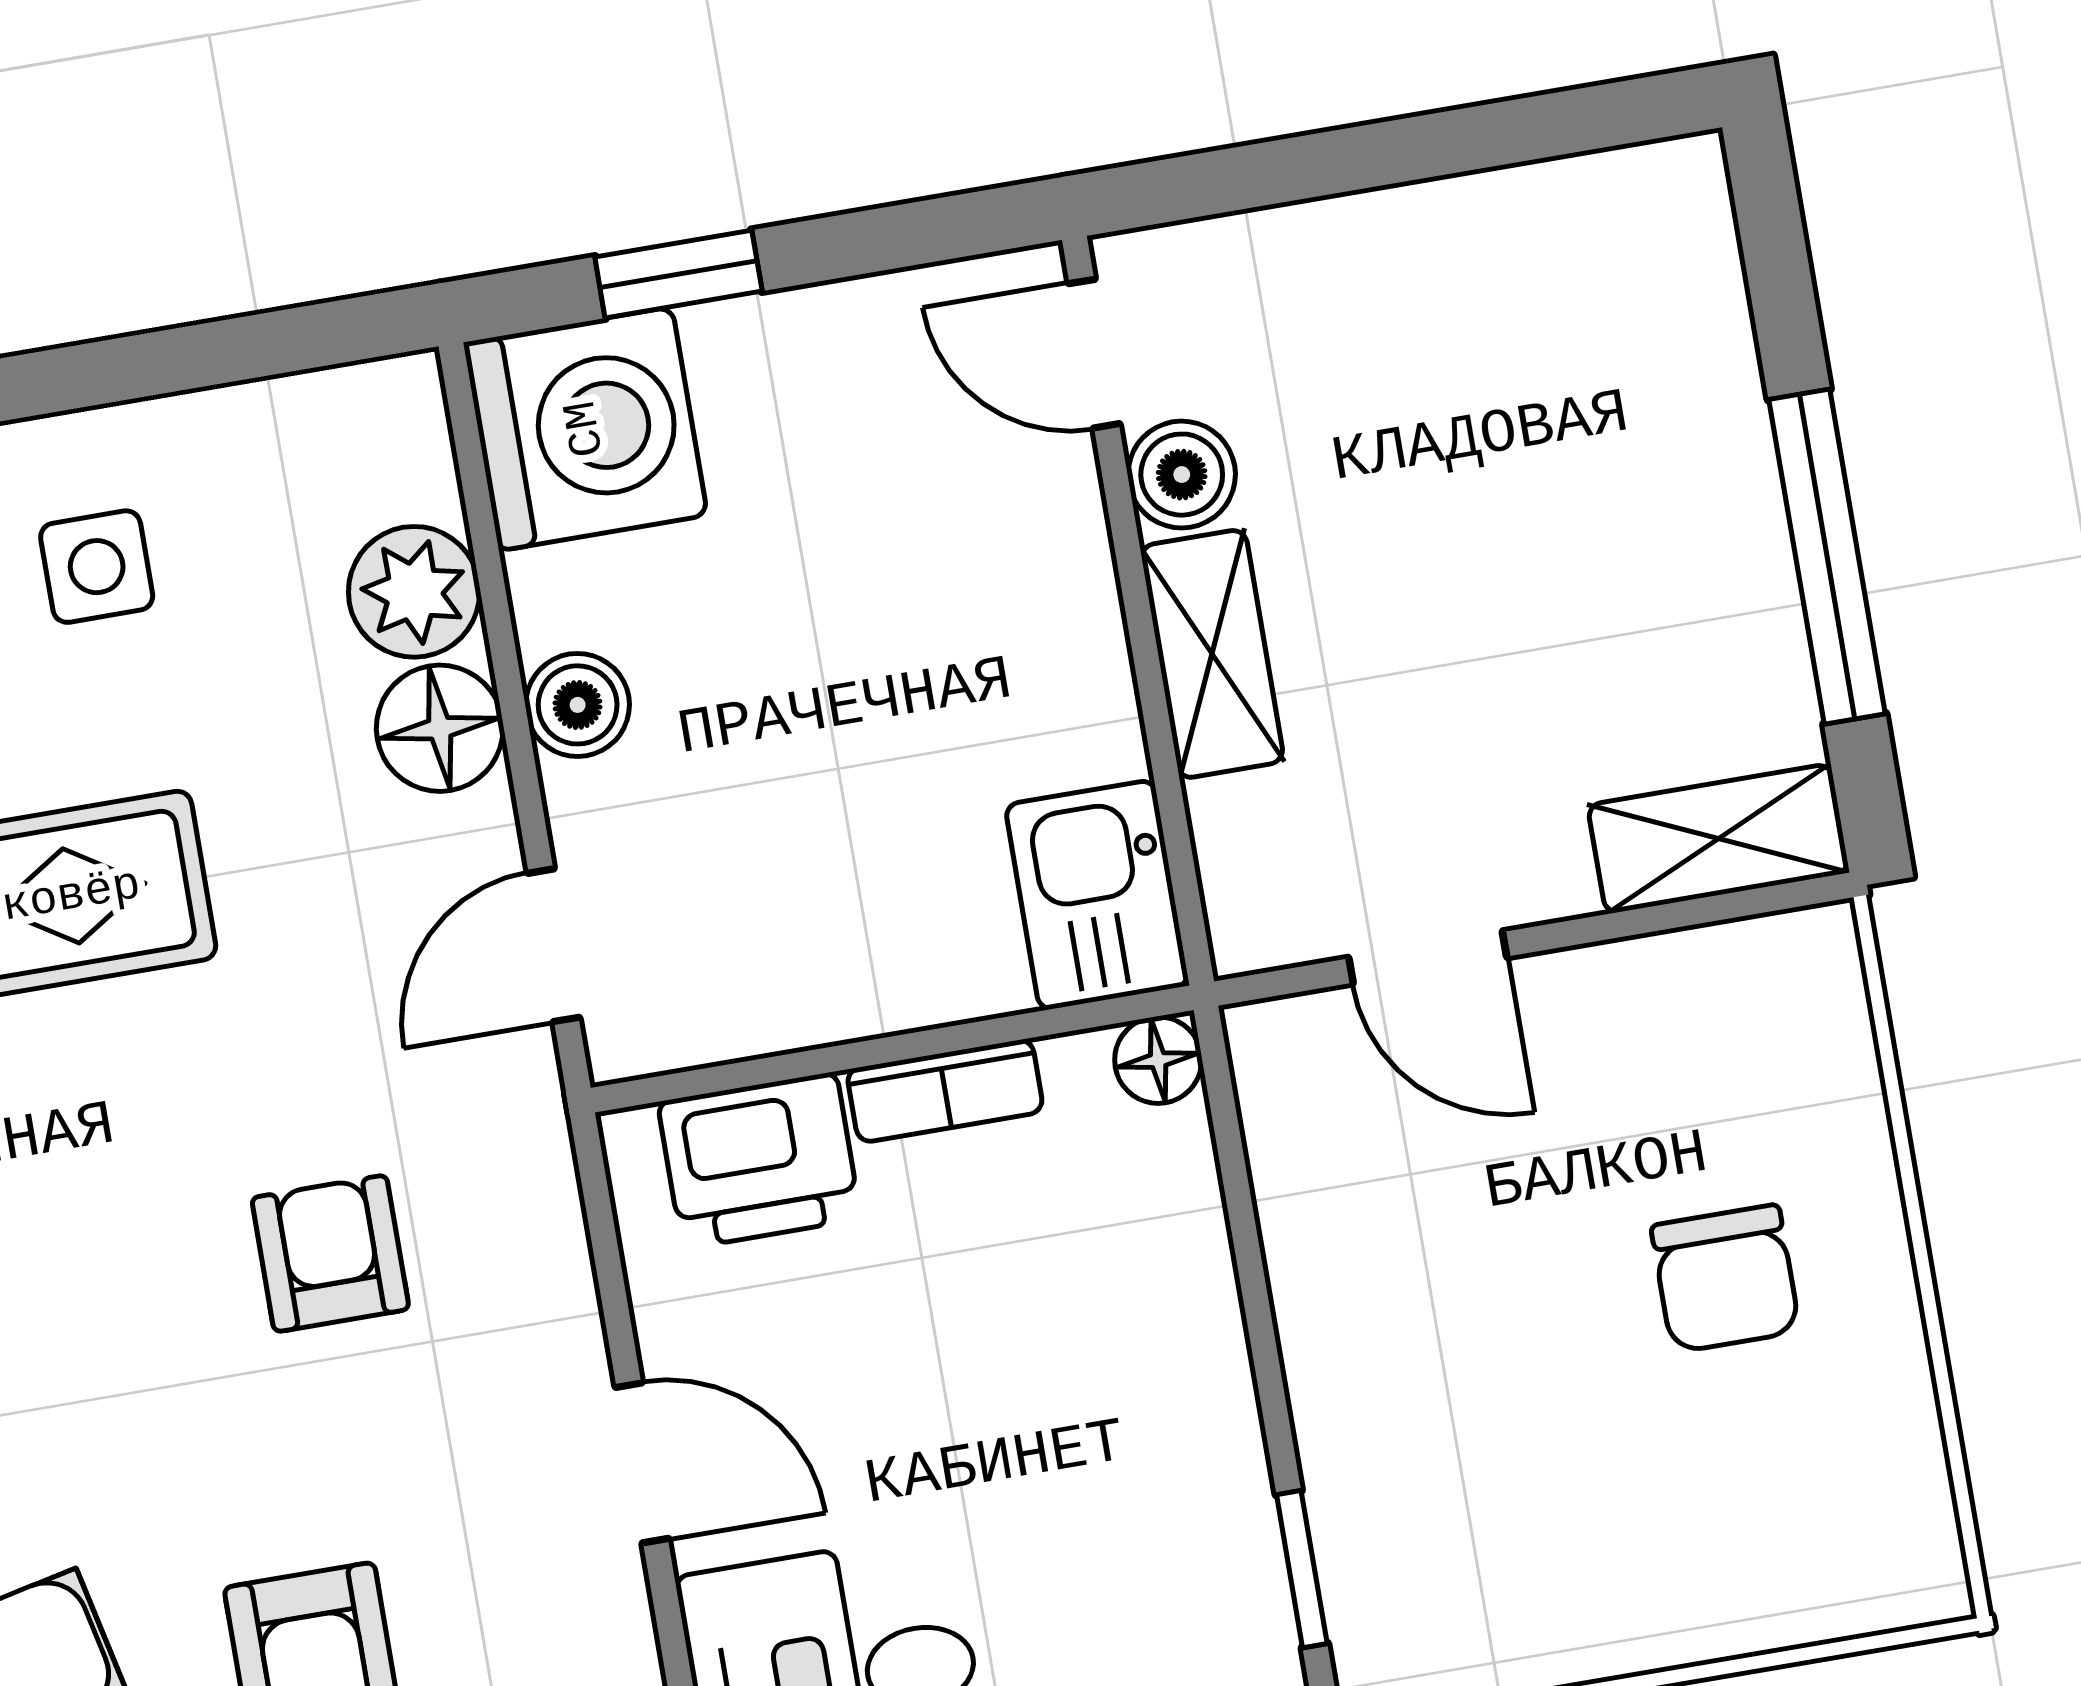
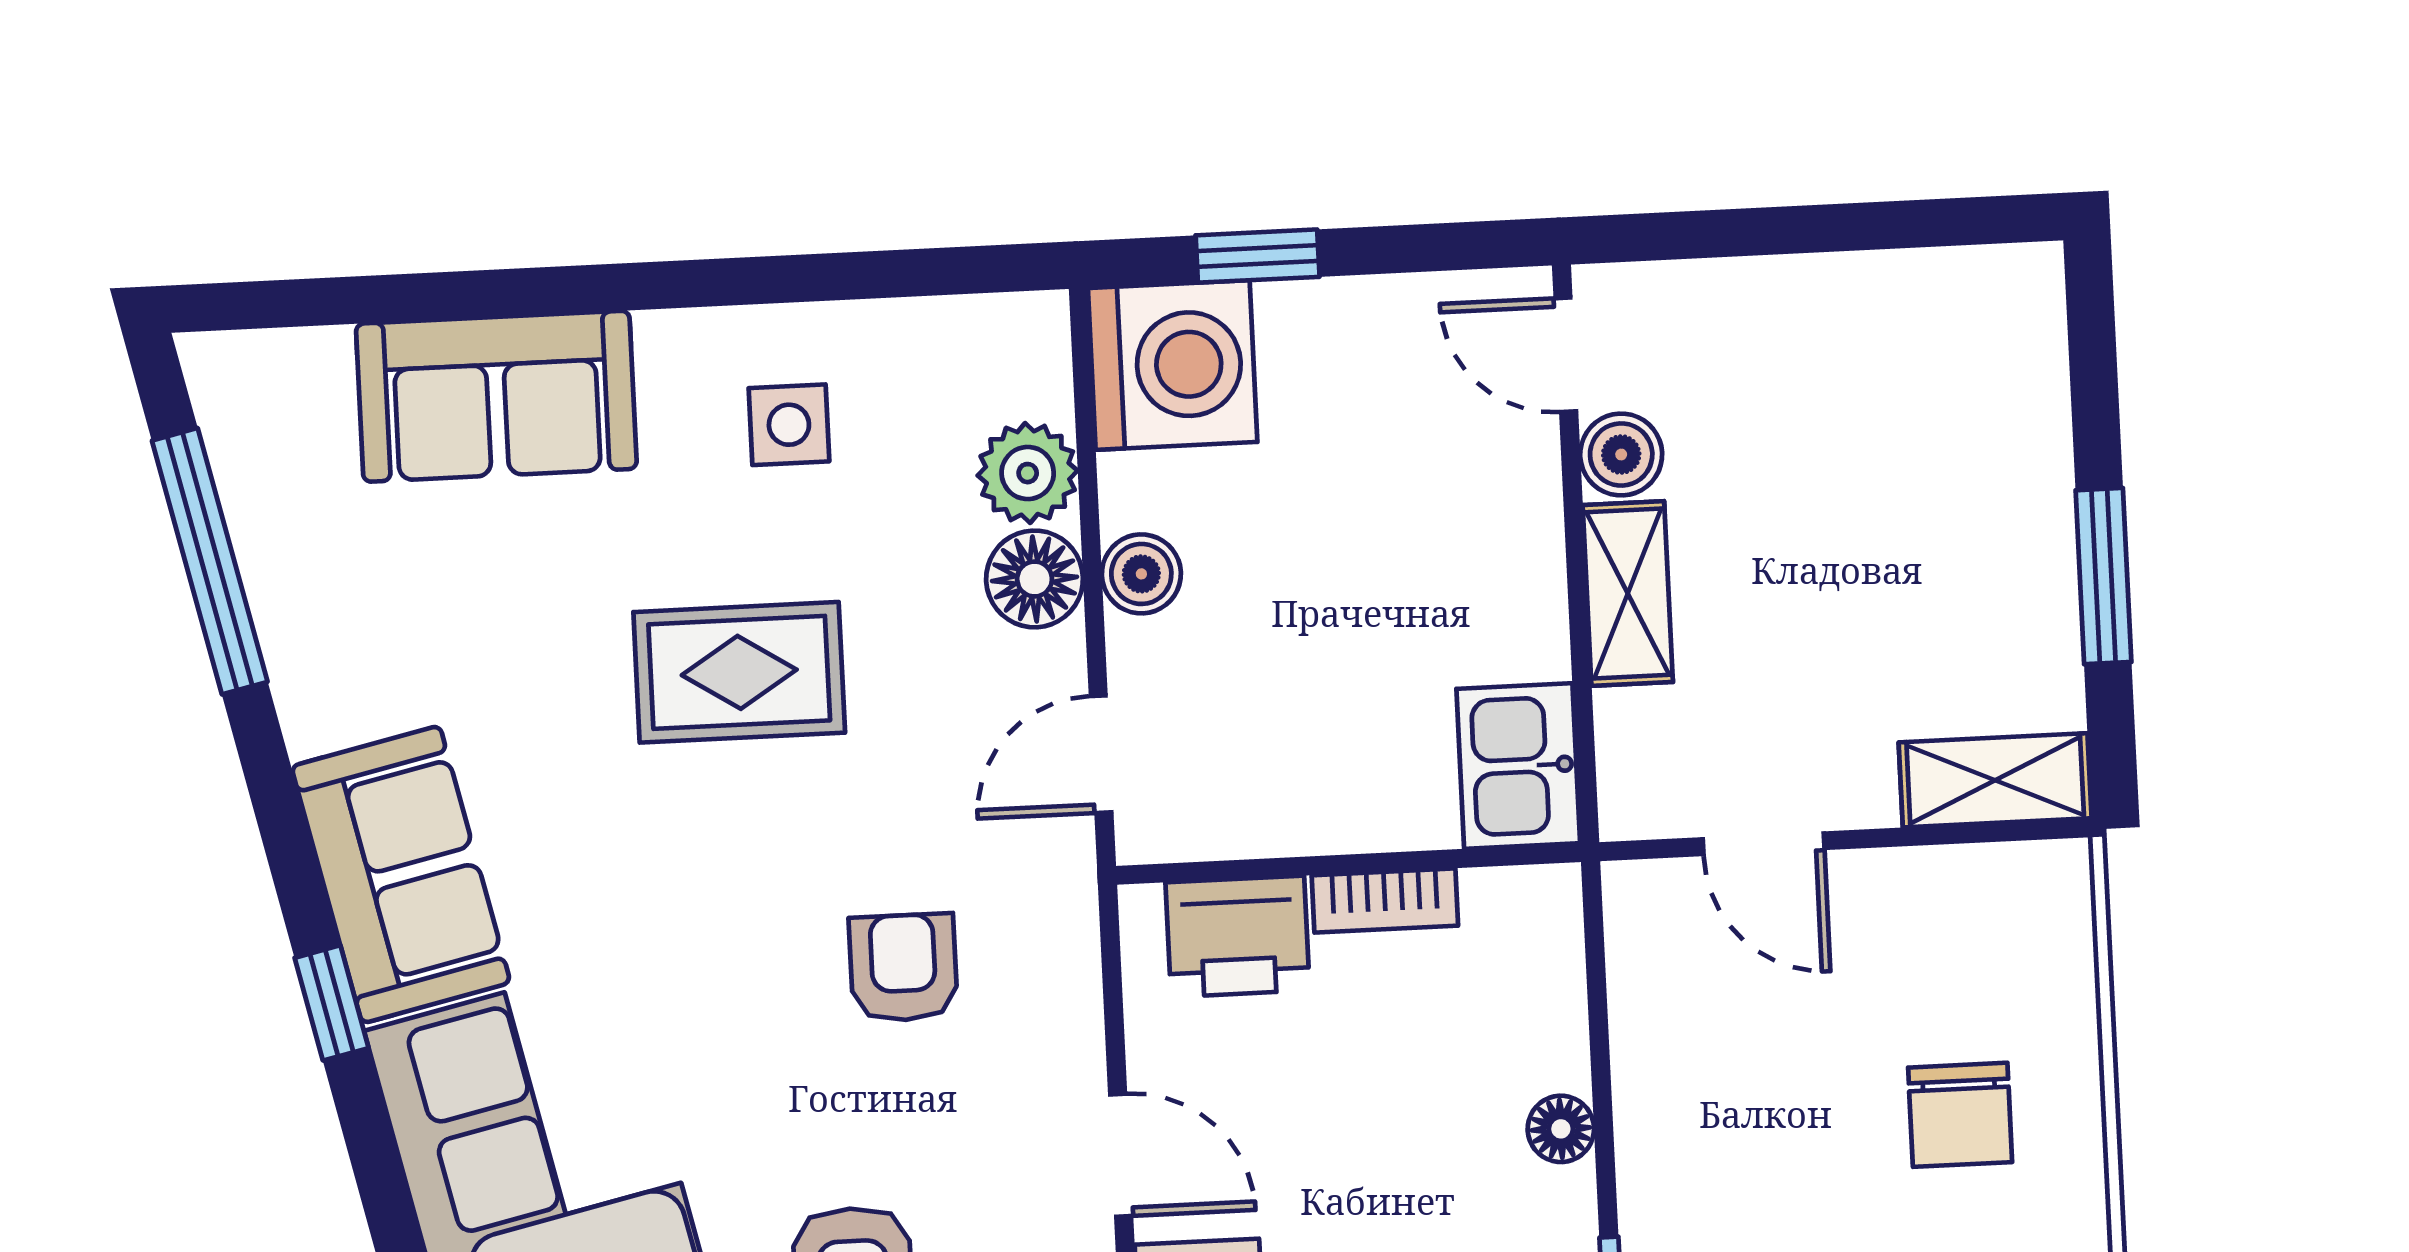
window: (1827, 557) -> (2104, 576), width x0.69
floor lamp: (1158, 1060) -> (1561, 1129), moved

